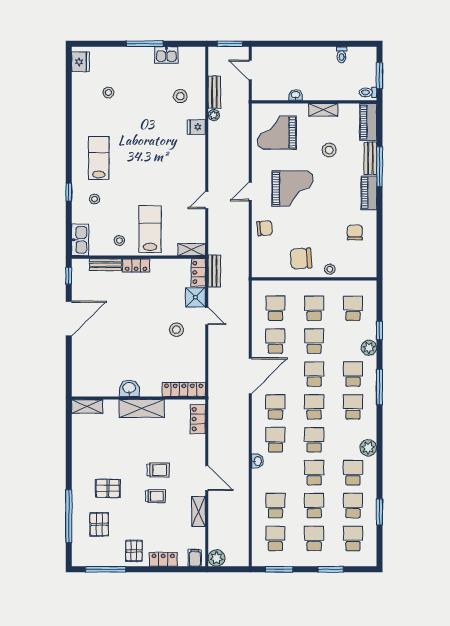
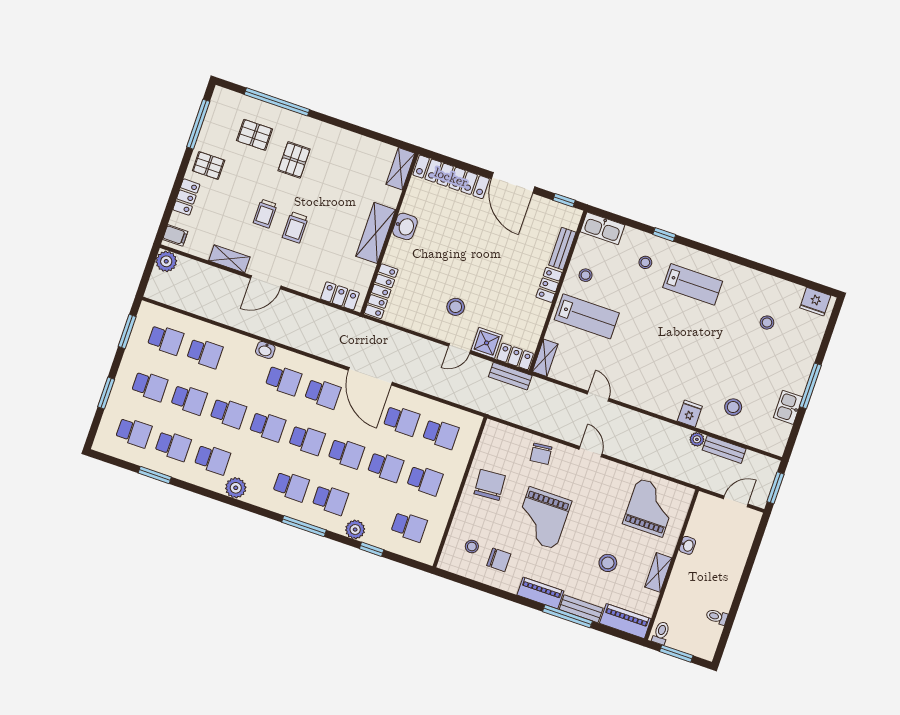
grand piano: (293, 189) -> (542, 518), moved
stool: (330, 269) -> (472, 546), moved
locker: (80, 366) -> (451, 177), added

